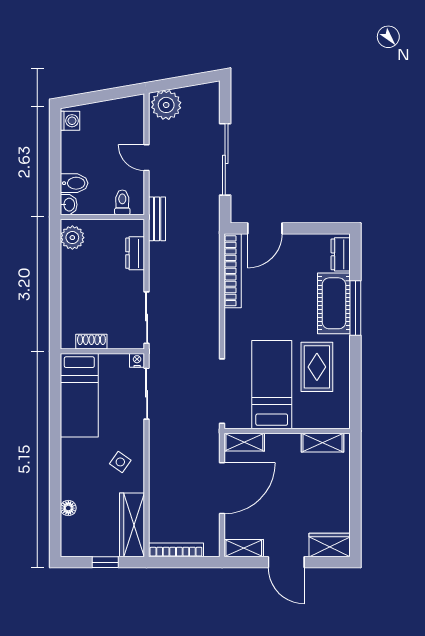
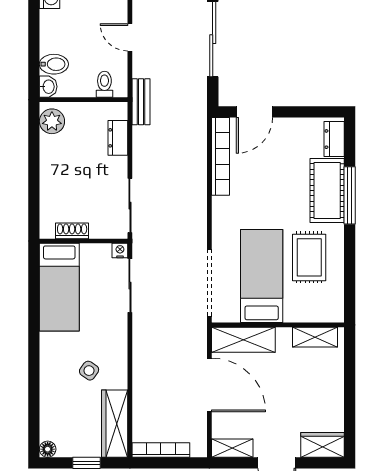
shelving: (244, 442) -> (243, 340), width x1.50, depth x1.33
side table: (120, 462) -> (89, 371), moved
door: (222, 488) -> (209, 385), hinge flipped
floor lamp: (68, 508) -> (48, 449), moved

